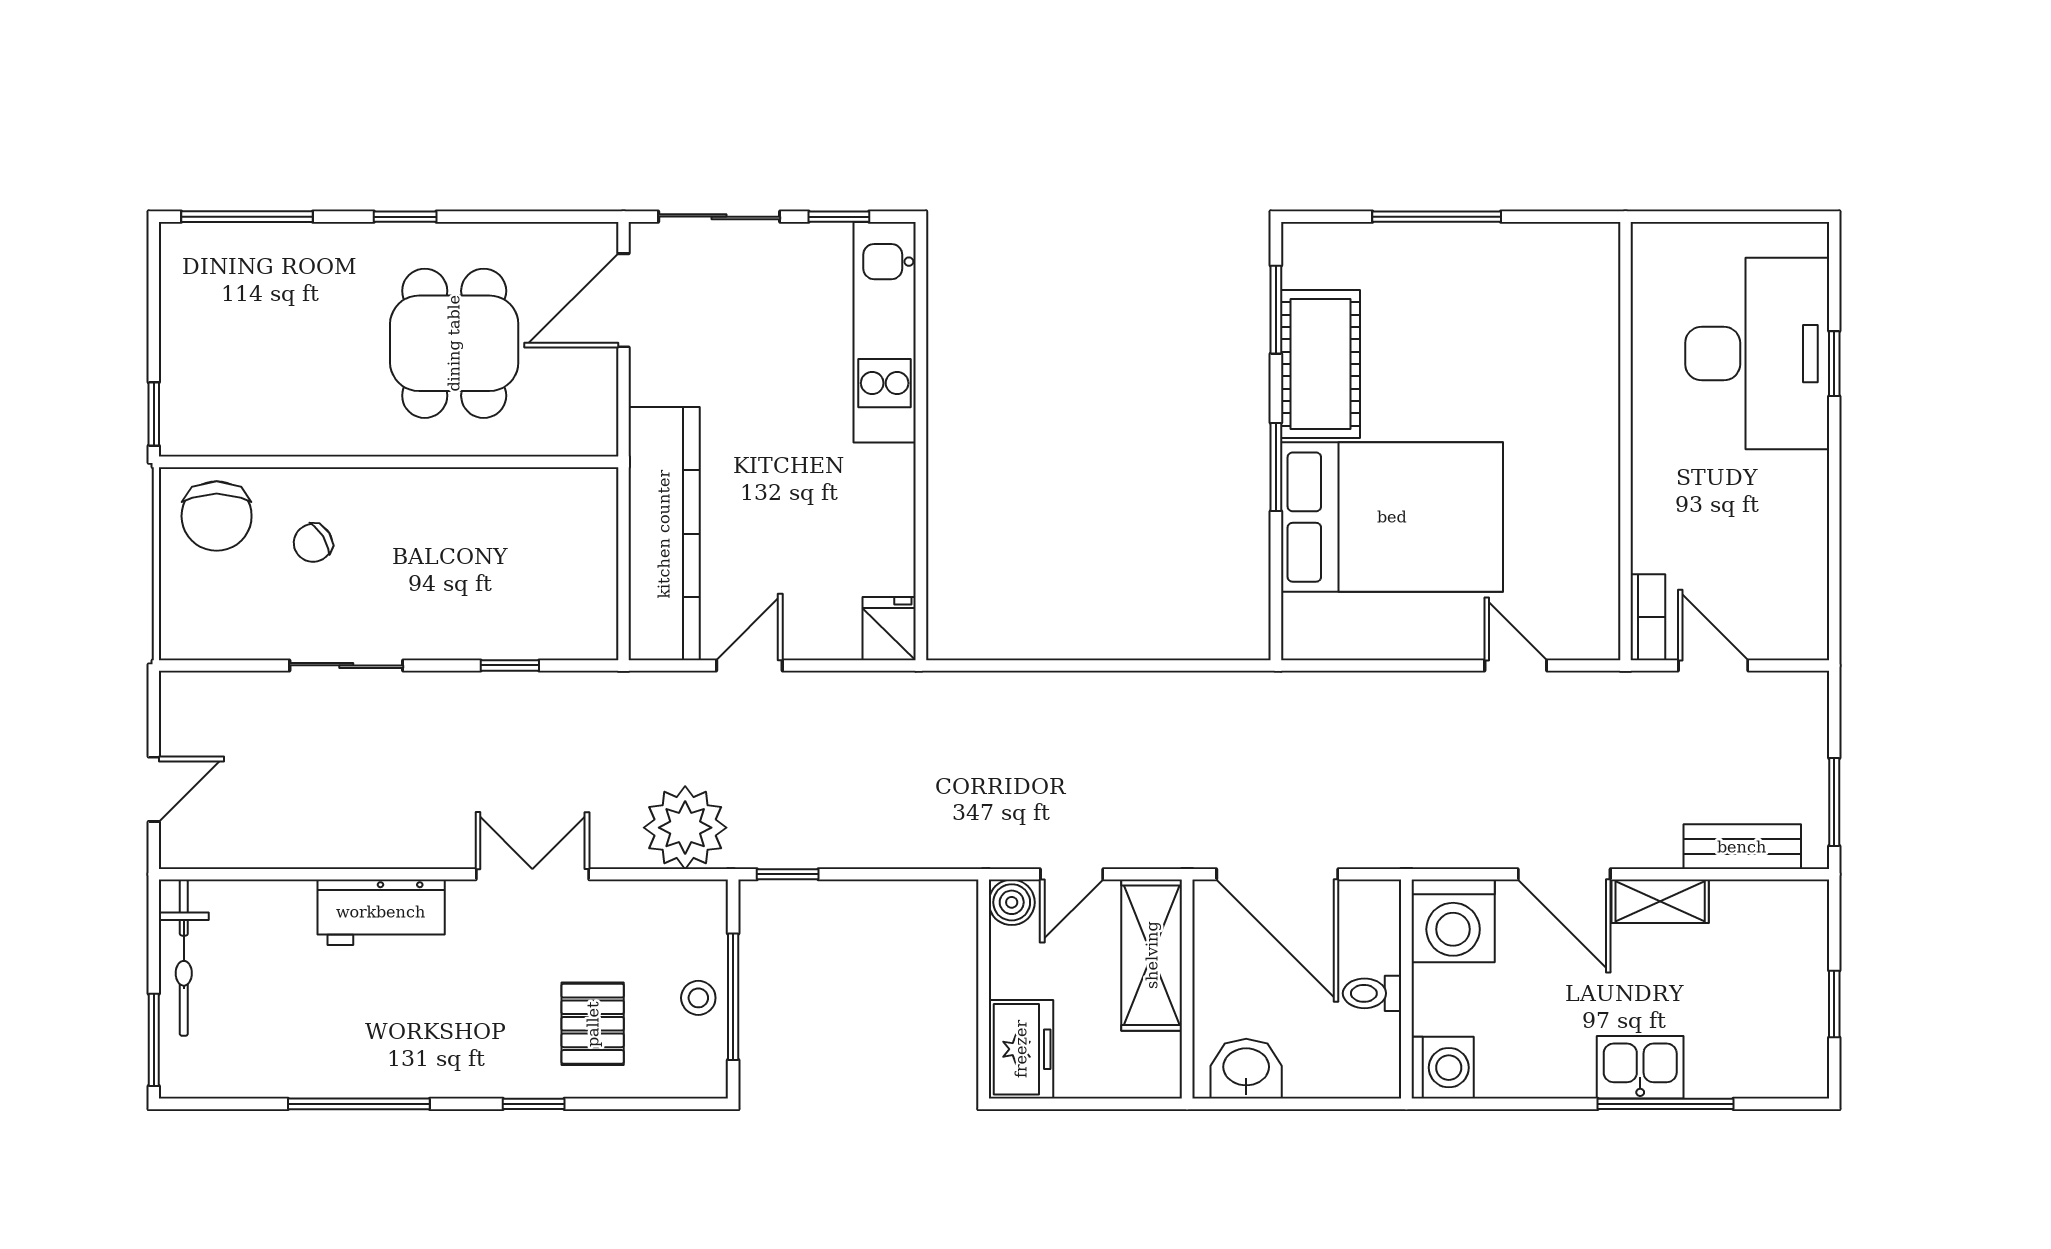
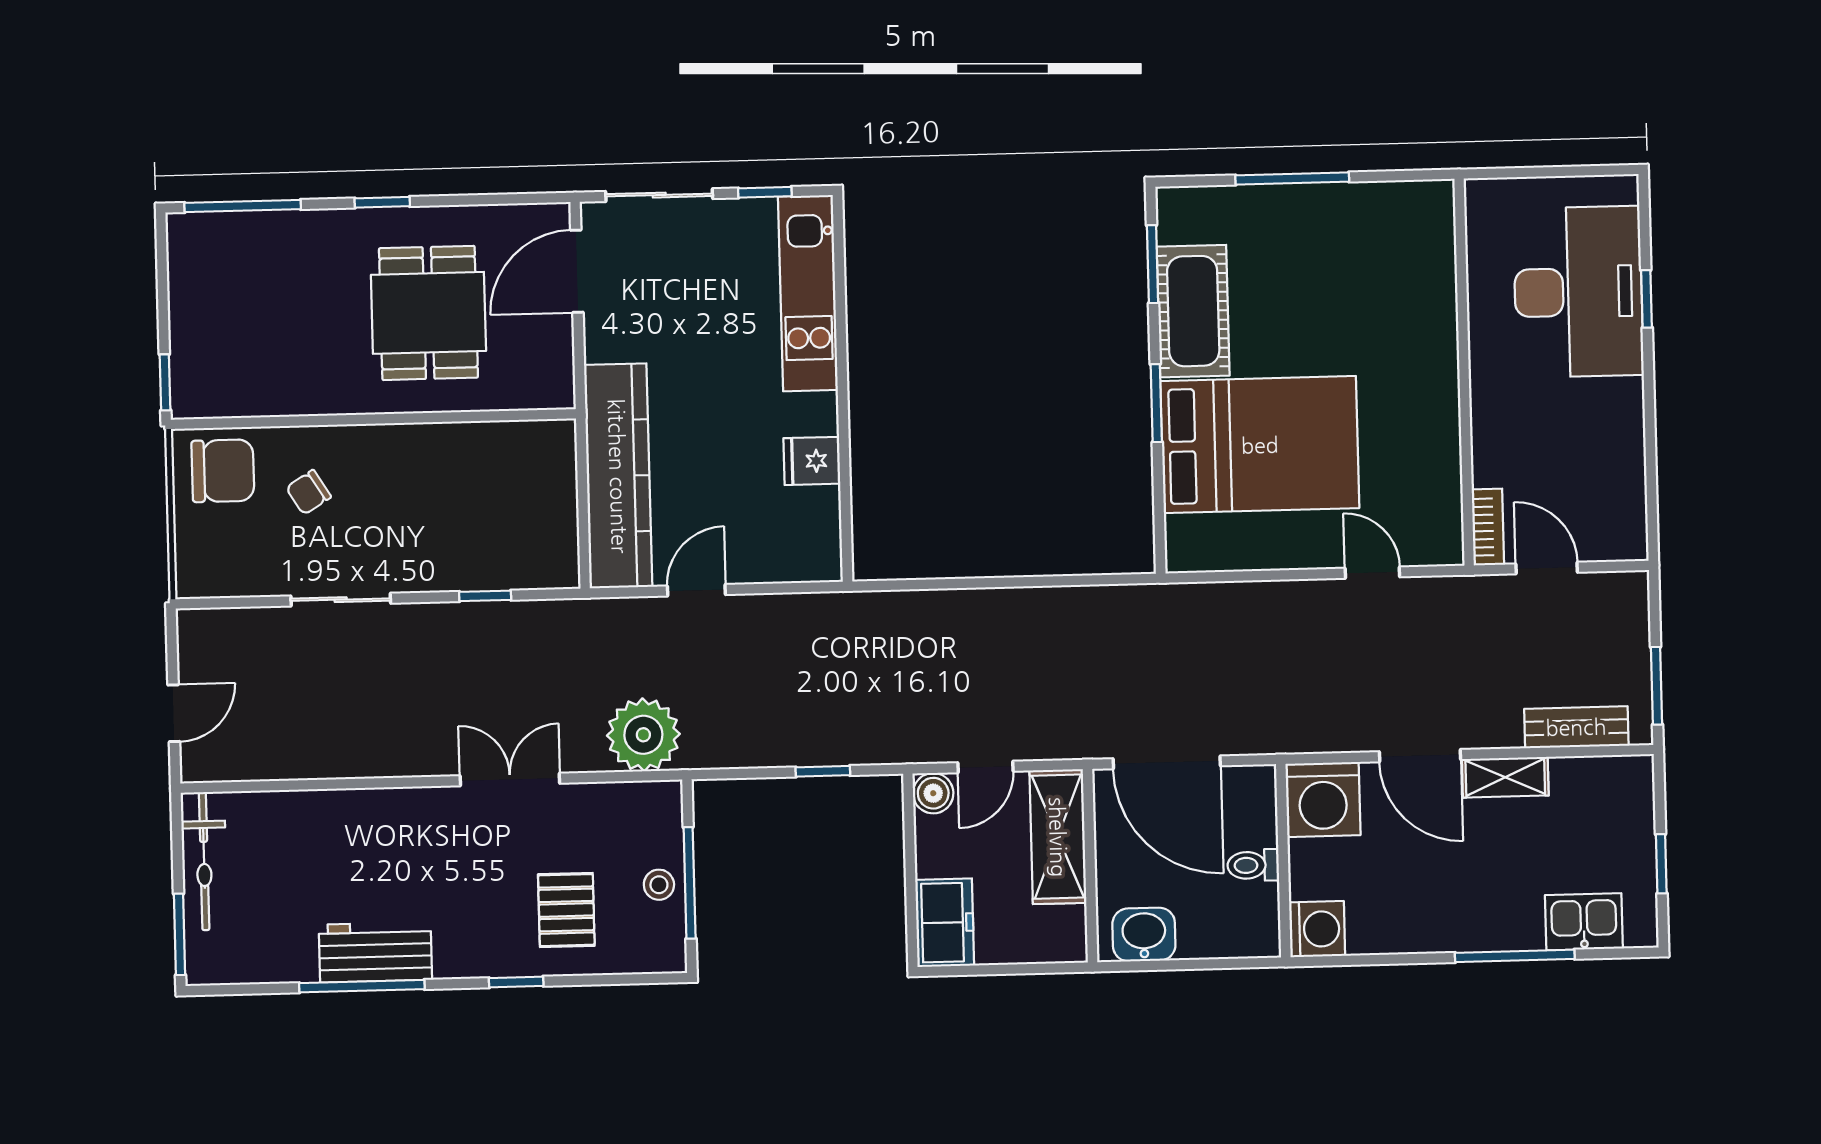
chair: (217, 516) -> (223, 471), turned -90
fridge: (889, 629) -> (812, 461), moved, turned -90
window: (788, 874) -> (823, 771), moved
workbench: (381, 912) -> (375, 952), moved, turned 180
kitchen sink: (1640, 1067) -> (1584, 922), moved

